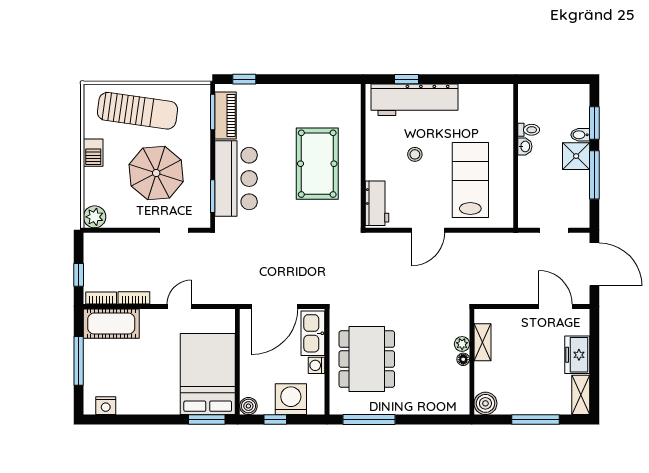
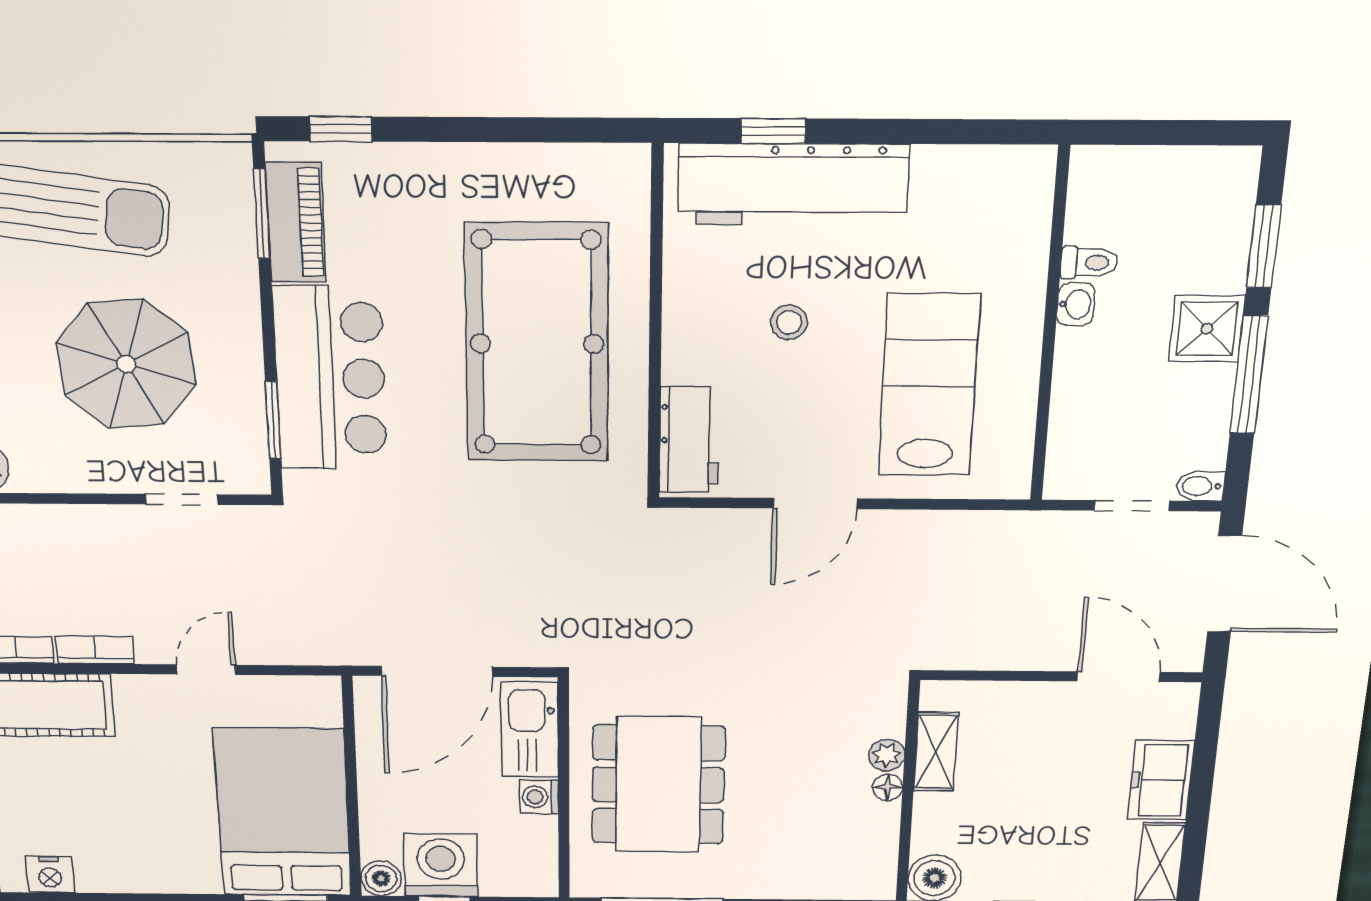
bidet: (580, 135) -> (1200, 486), moved
pool table: (317, 164) -> (537, 344), width x1.36, depth x1.32
washing machine: (291, 399) -> (441, 865), moved

